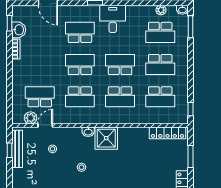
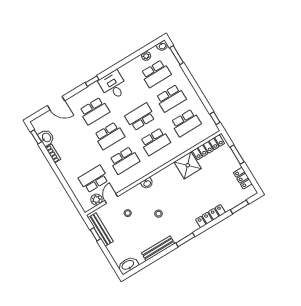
school desk: (80, 32) -> (94, 111), turned 180
school desk: (80, 65) -> (109, 136), turned 180
shower: (106, 138) -> (188, 165), moved

